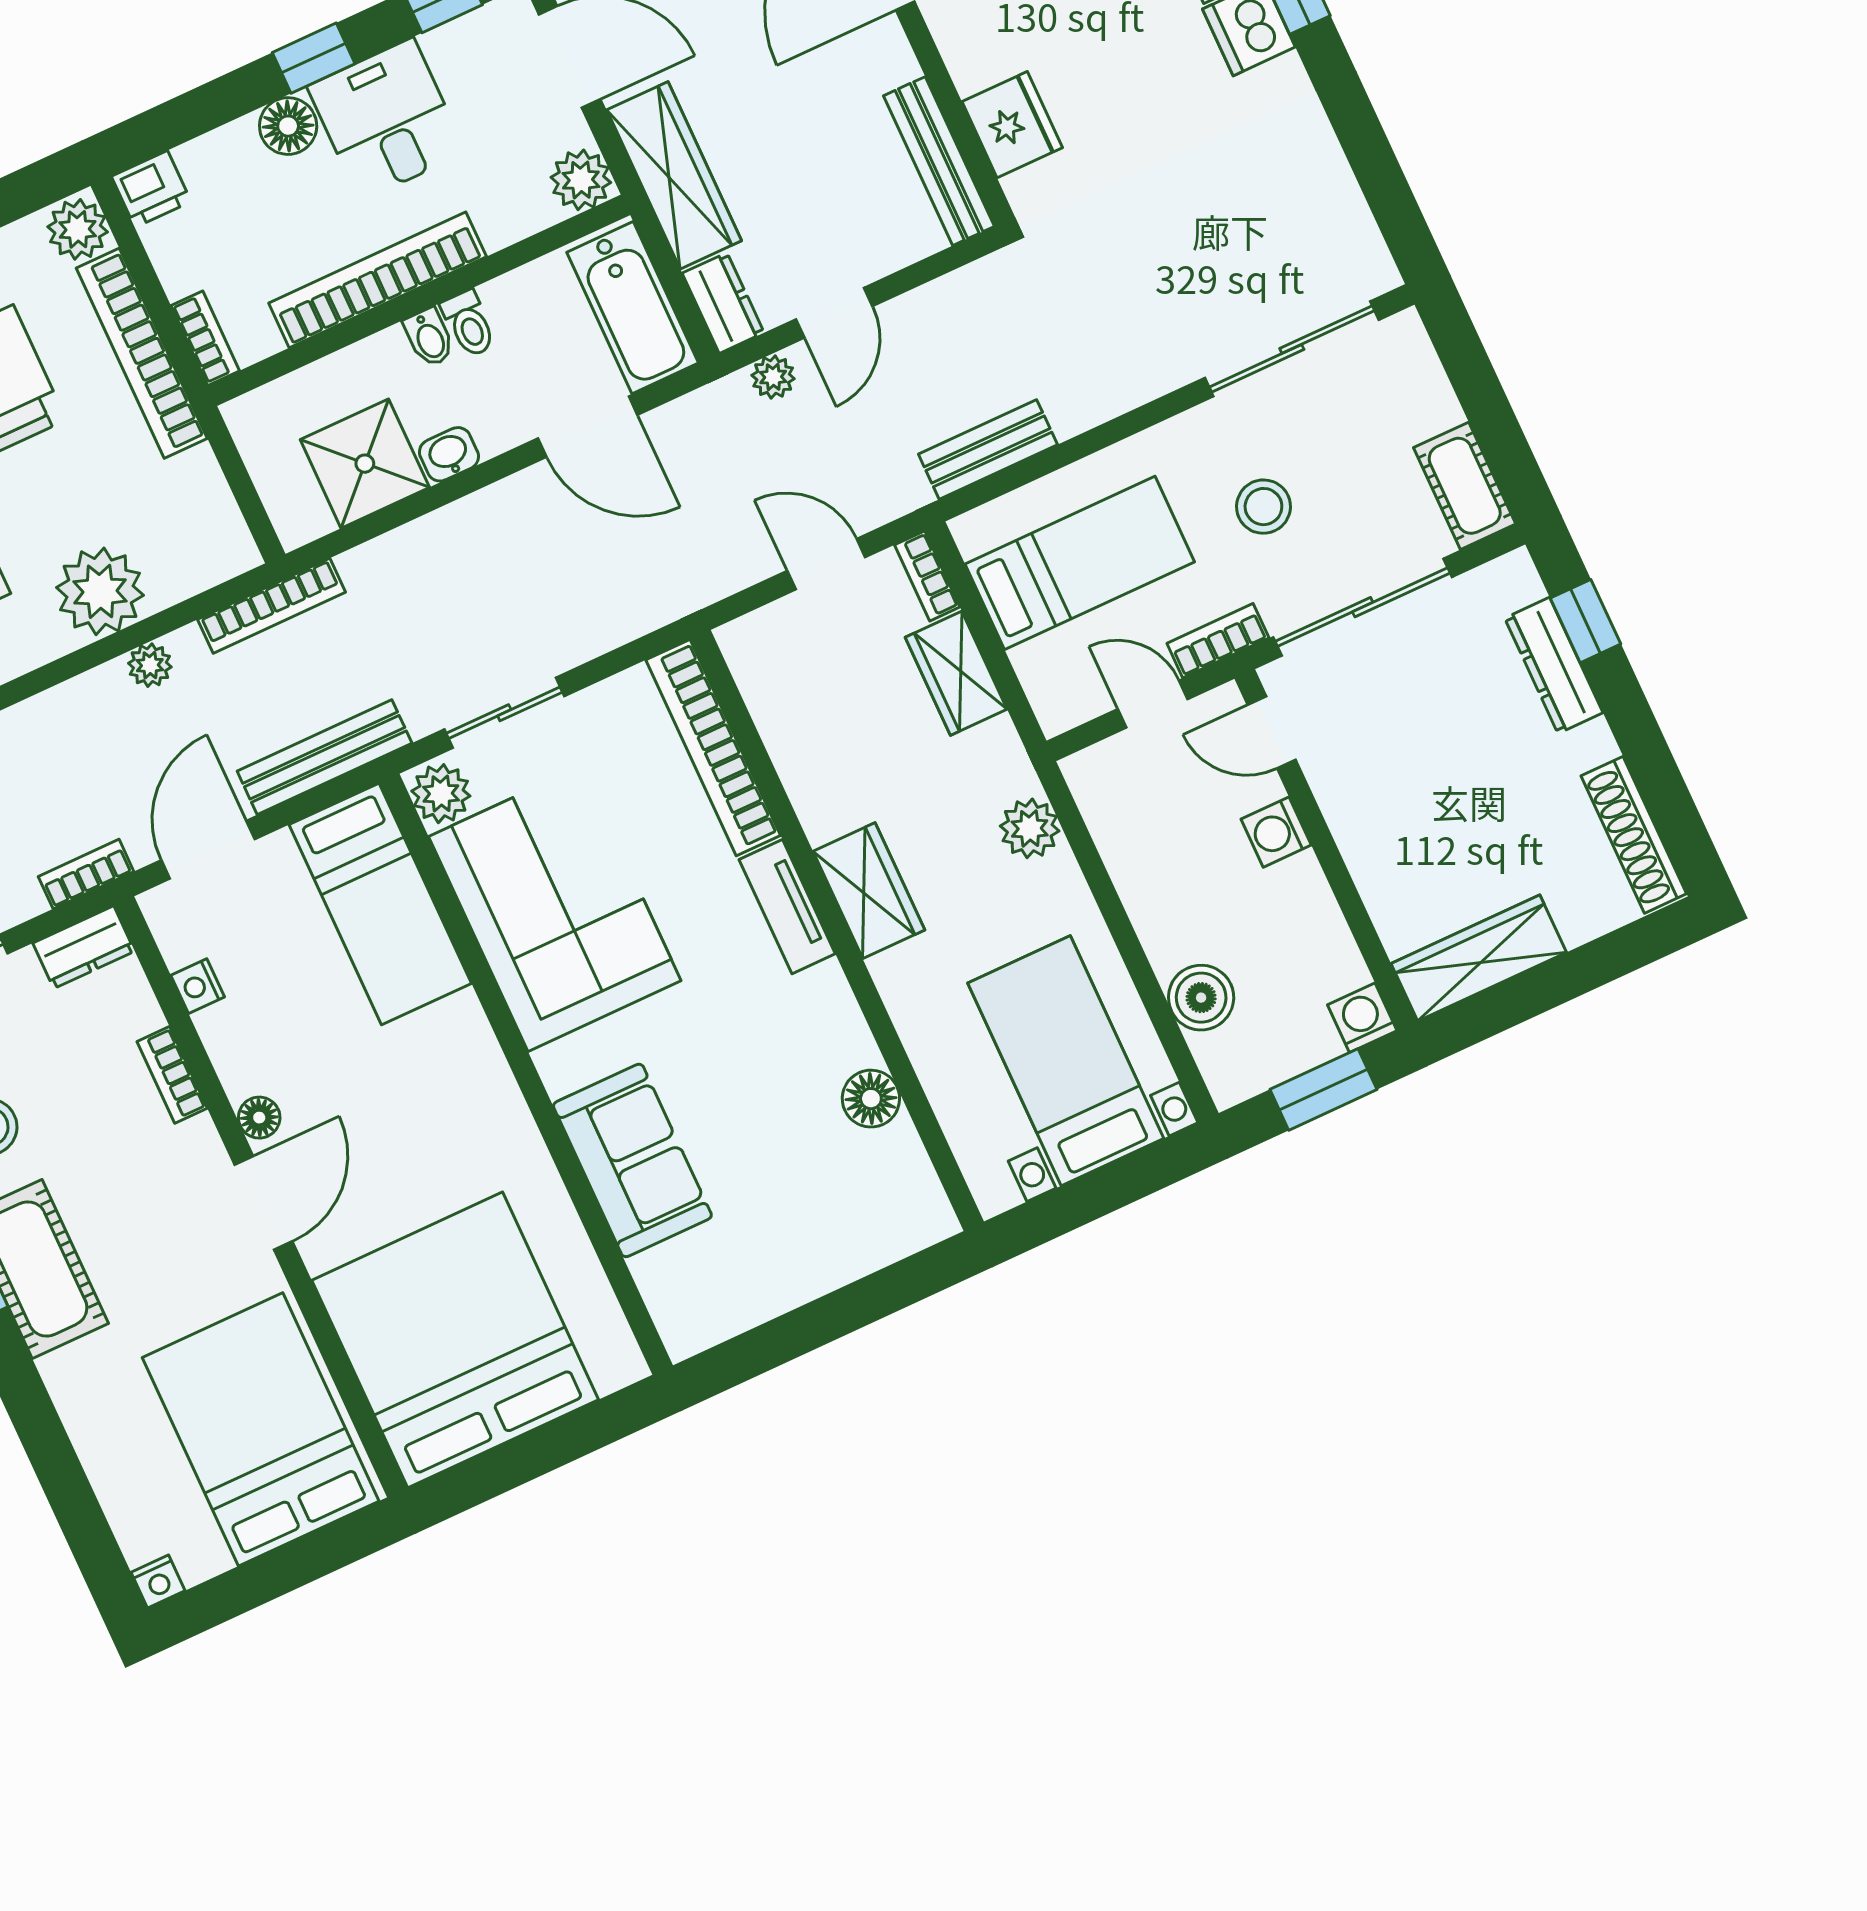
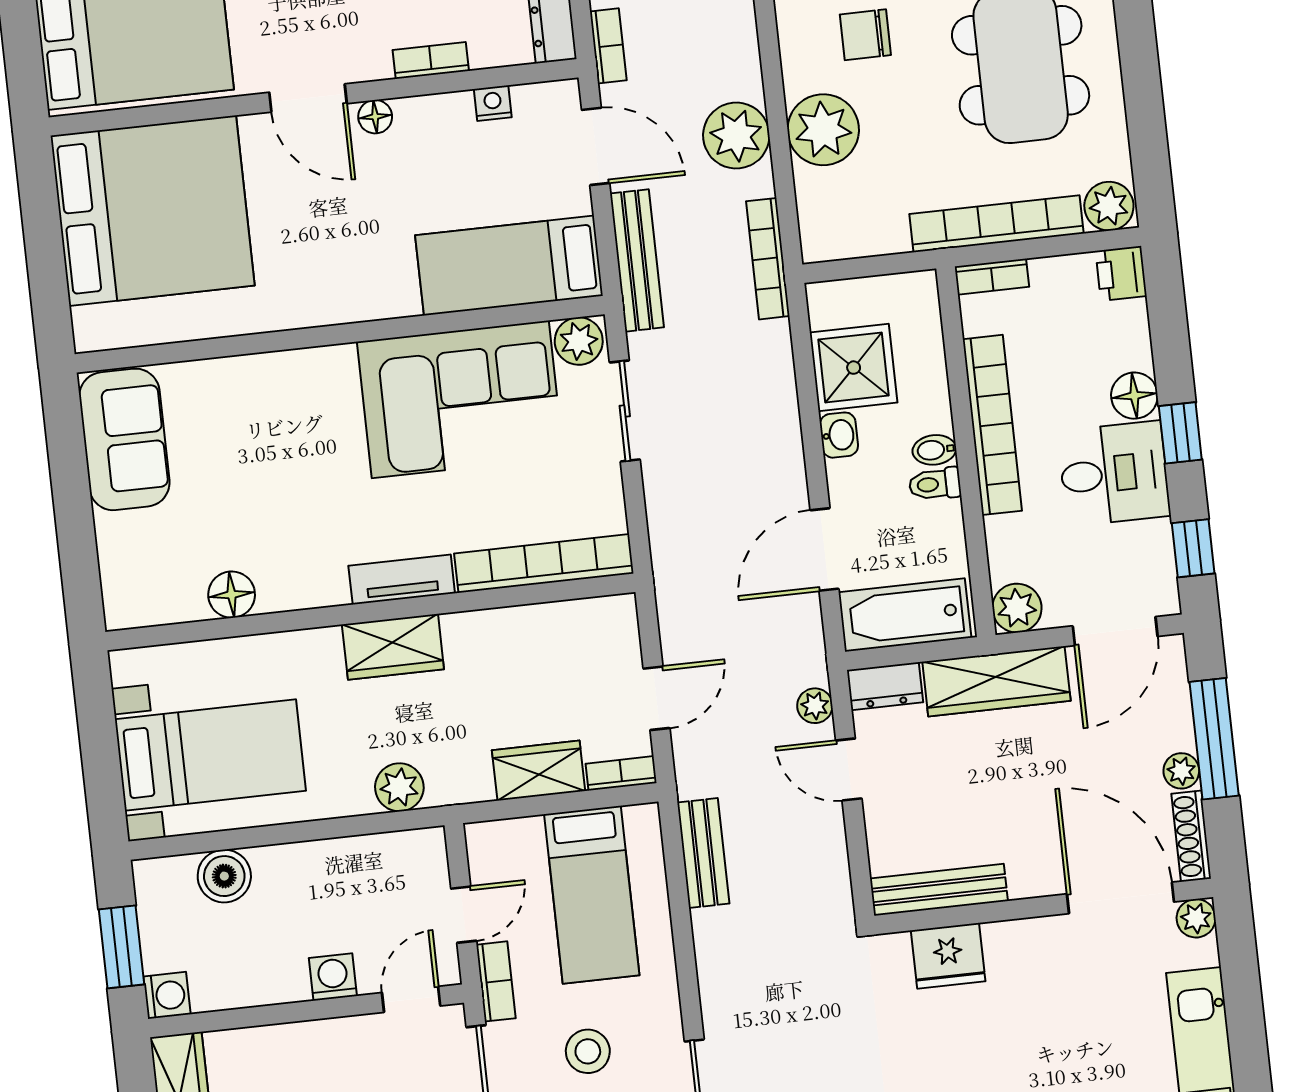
plant: (150, 665) -> (736, 136), width x1.87, depth x1.87
sofa: (632, 1160) -> (124, 439), moved, turned -90

